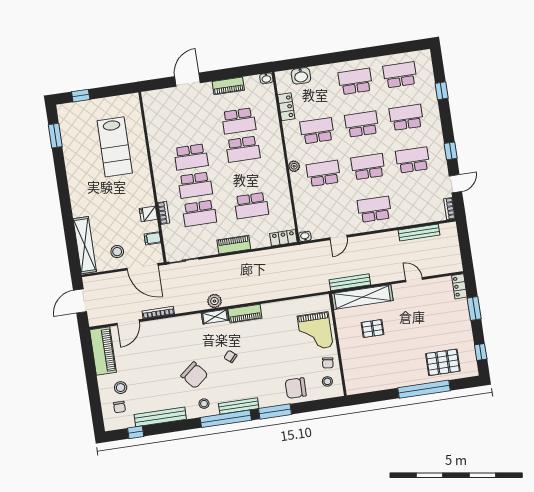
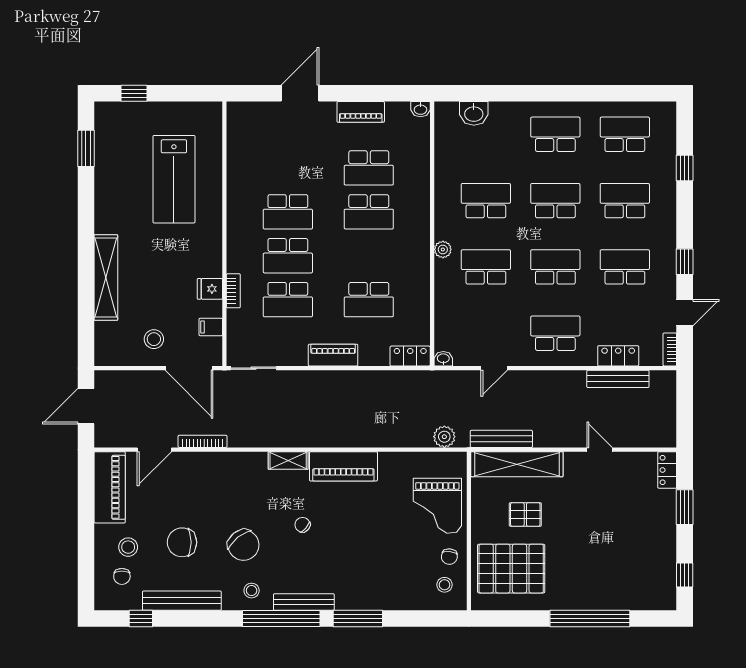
locker: (286, 107) -> (618, 356), moved, turned -90
shelving: (85, 245) -> (106, 278), moved
plant: (214, 301) -> (444, 437), moved
piano: (245, 314) -> (343, 466), width x1.37, depth x1.33
pallet: (443, 362) -> (511, 569), moved, width x1.37, depth x1.41
chair: (296, 388) -> (182, 542), moved

